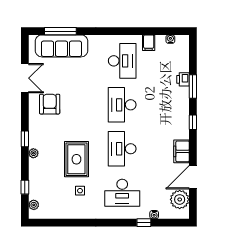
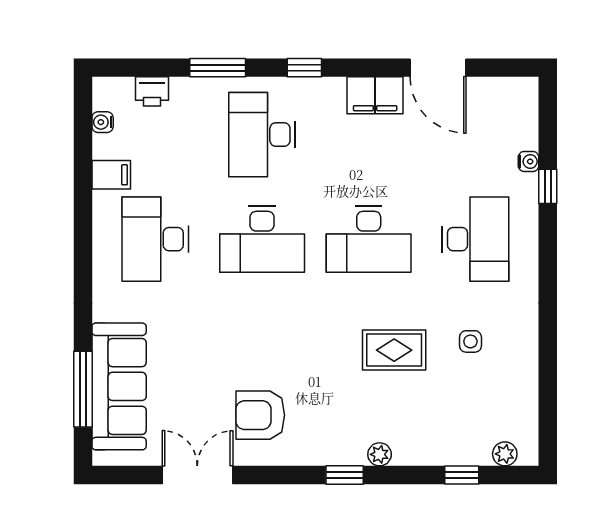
desk: (122, 61) -> (155, 239), turned -90
printer: (183, 79) -> (152, 91), moved
desk: (165, 105) -> (262, 135), added
rug: (76, 159) -> (394, 350), width x0.73, depth x0.70
plant: (180, 199) -> (492, 100), removed

